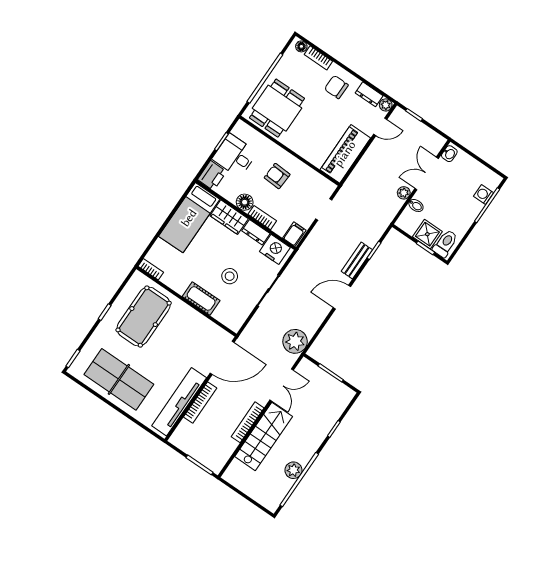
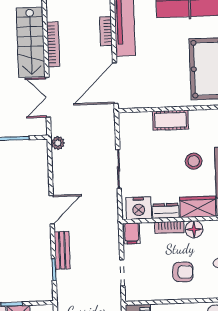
stool: (230, 276) -> (194, 161), moved
plant: (295, 341) -> (58, 143), width x0.53, depth x0.53
bookcase: (200, 403) -> (106, 31), width x0.64

